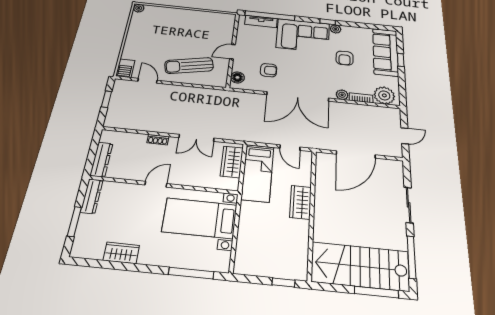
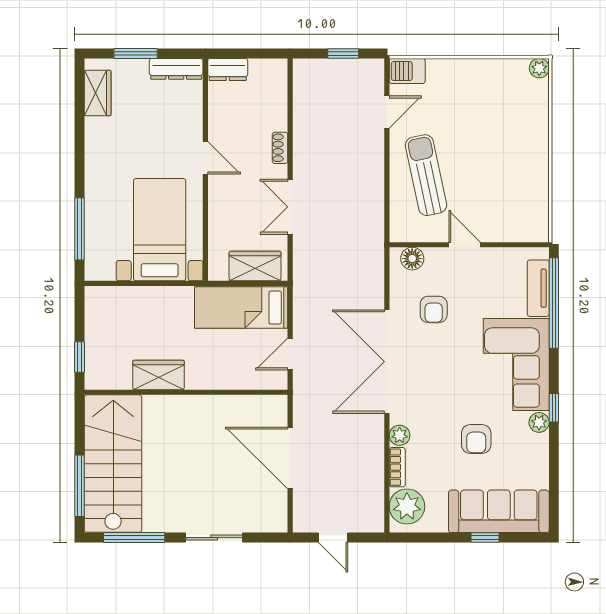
armchair: (345, 58) -> (476, 439), turned -90
dresser: (101, 159) -> (228, 70), width x0.70
wardrobe: (301, 202) -> (159, 375), moved
wardrobe: (121, 253) -> (98, 93), moved

